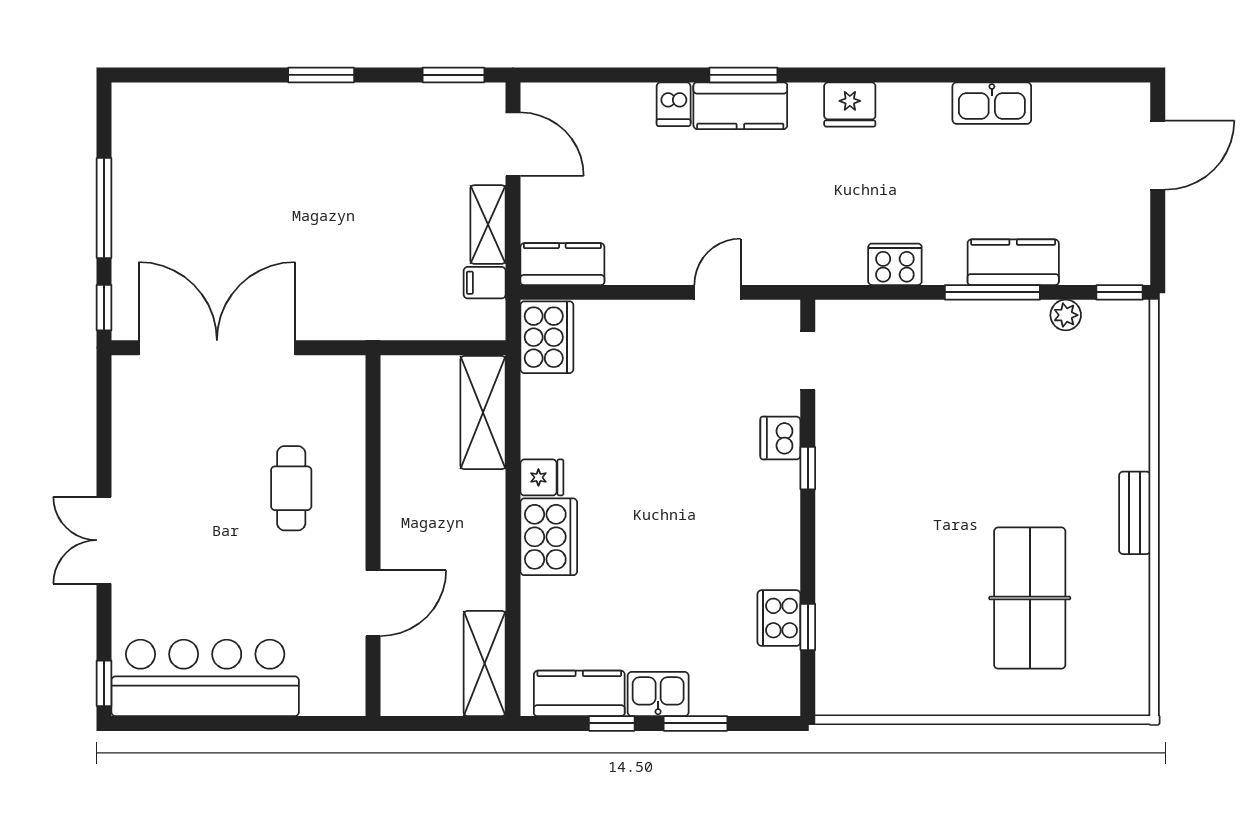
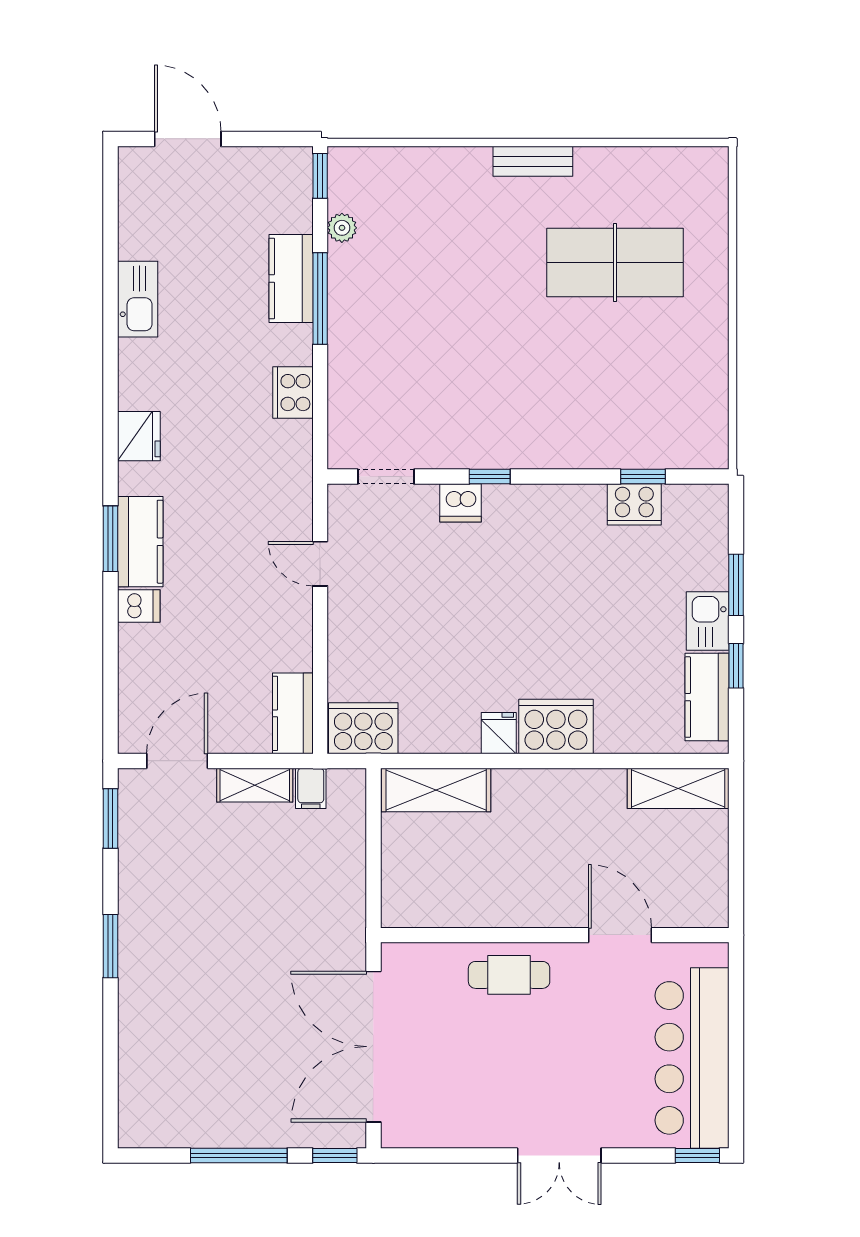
wall: (373, 536) -> (555, 935), moved
door: (373, 603) -> (620, 935), moved

